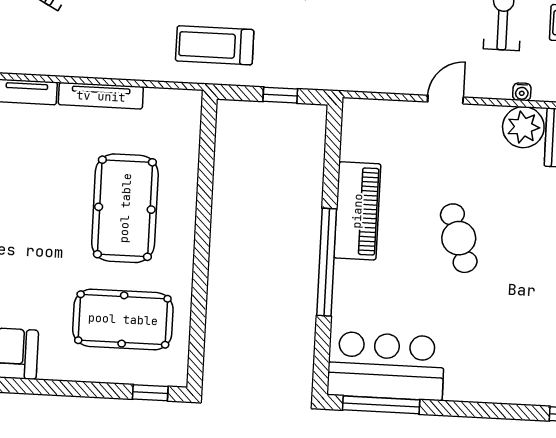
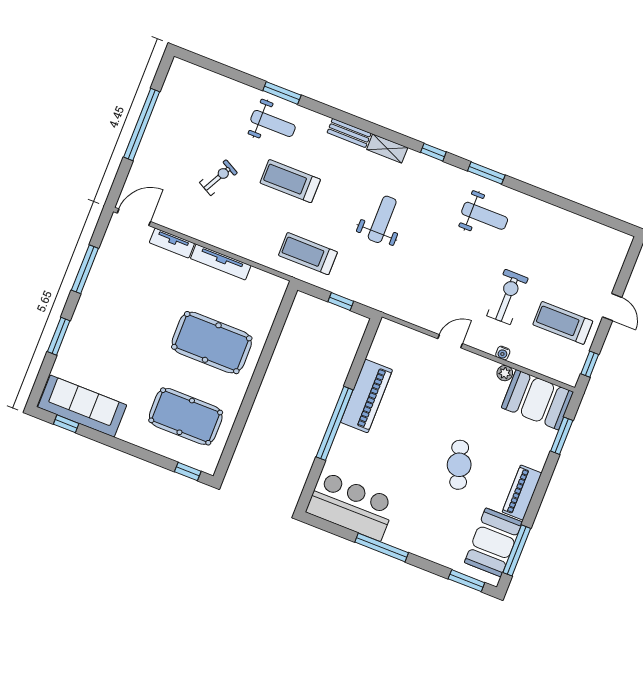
plant: (523, 127) -> (505, 373), width x0.53, depth x0.53
pool table: (125, 208) -> (212, 343), turned 90
cafe table: (459, 238) -> (459, 465), moved
window: (381, 405) -> (382, 547), moved

